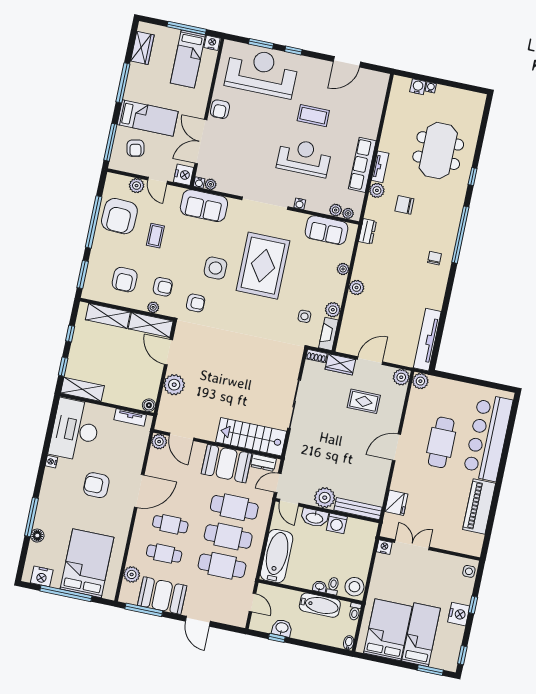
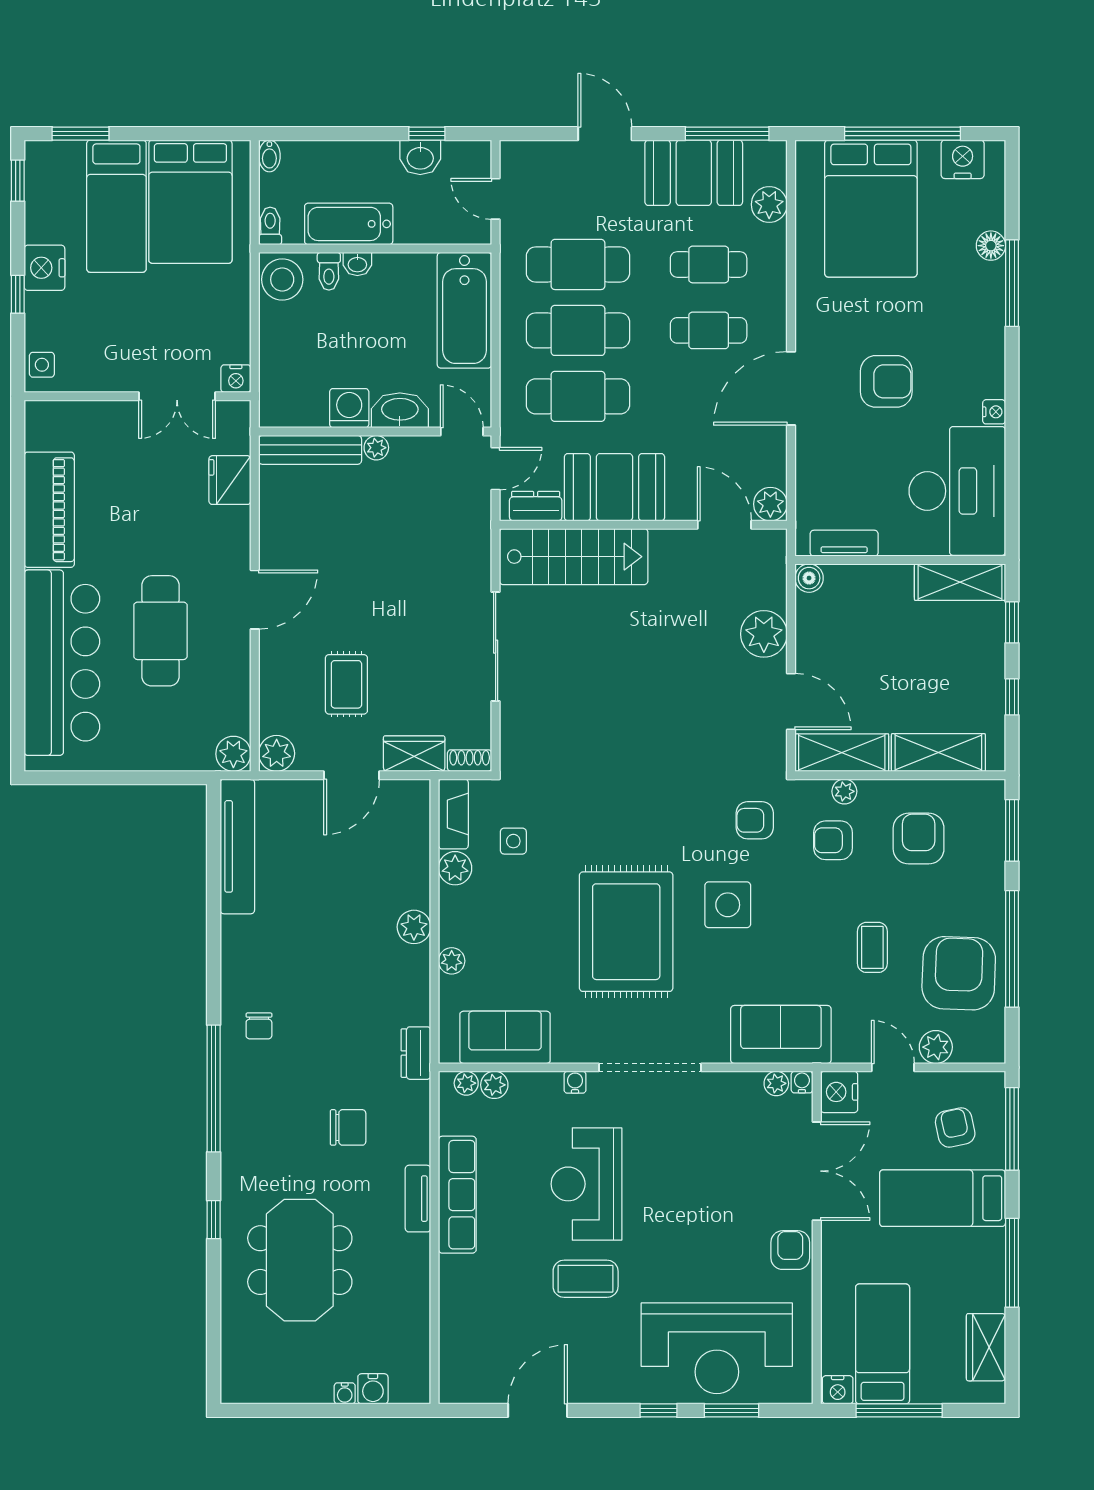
reception desk: (304, 158) -> (586, 1184), turned 90
plant: (377, 190) -> (414, 1146), removed
rug: (364, 401) -> (346, 684), turned 90
plant: (325, 498) -> (376, 448), width x0.53, depth x0.53

